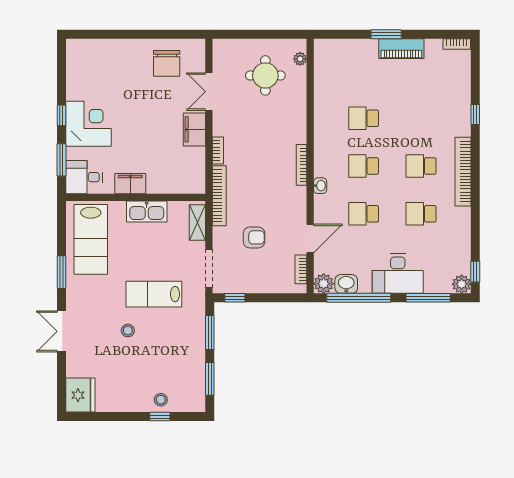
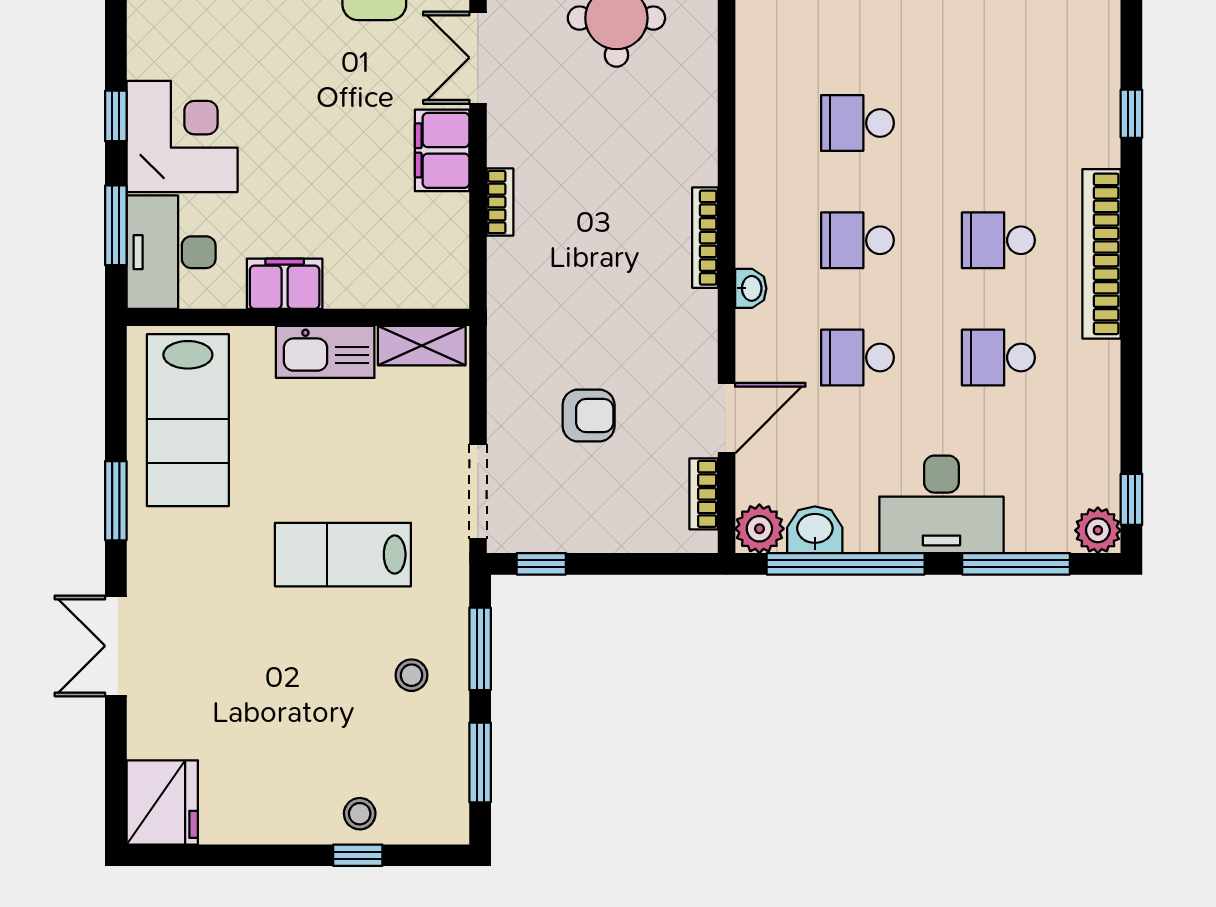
desk: (84, 177) -> (171, 252), width x1.37
bookcase: (219, 196) -> (503, 313), removed
shelving: (197, 222) -> (422, 346), moved, turned 90
stool: (128, 331) -> (412, 675), moved

